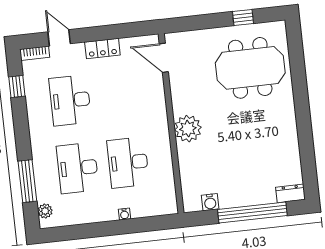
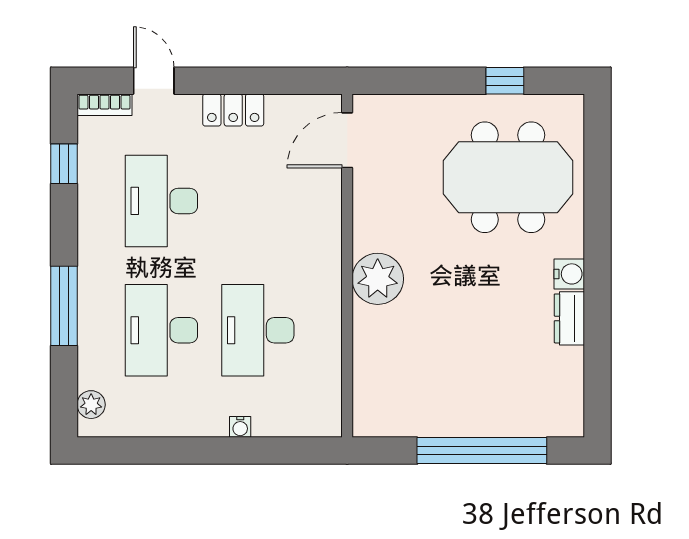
door: (164, 58) -> (347, 140), hinge flipped
window: (27, 181) -> (64, 306), moved
dresser: (290, 193) -> (569, 318), moved, turned -90
water cooler: (210, 202) -> (569, 274), moved, turned -90

